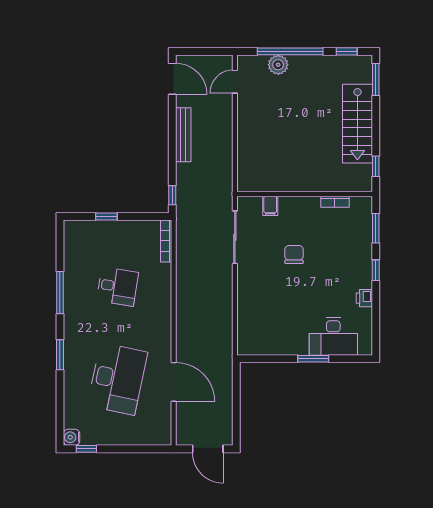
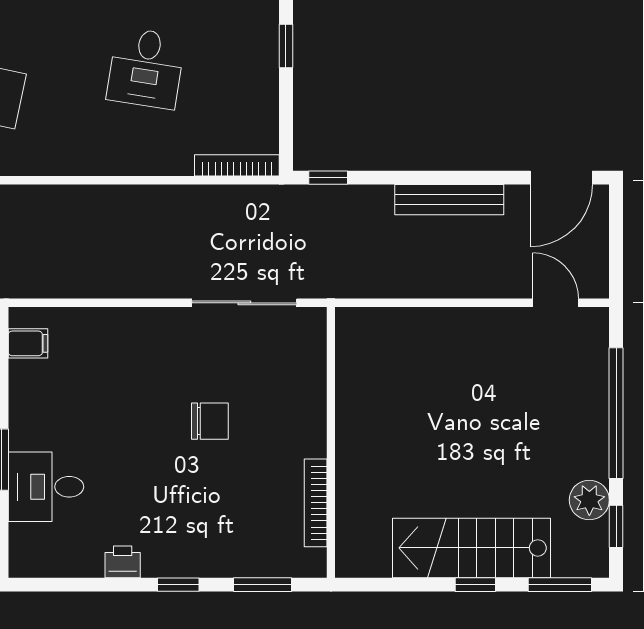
plant: (278, 65) -> (589, 500), moved
window: (376, 166) -> (475, 585), moved
bookcase: (335, 202) -> (316, 503), width x1.56
filing cabinet: (270, 206) -> (28, 343), moved, turned 180
desk: (333, 336) -> (46, 487), width x0.73

